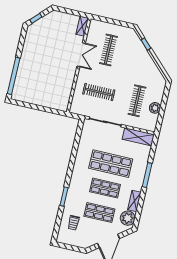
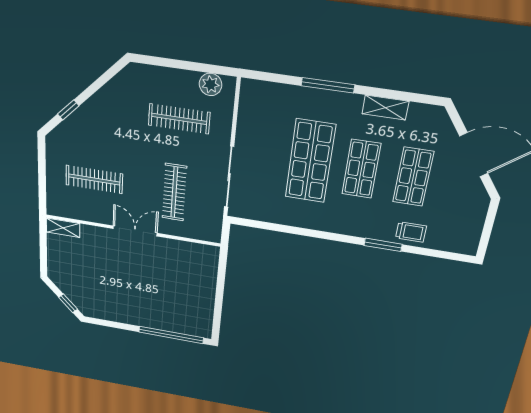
double door: (81, 55) -> (135, 231), moved
plant: (155, 108) -> (211, 84), moved
shelving: (138, 137) -> (250, 110), removed
plant: (128, 218) -> (423, 119), removed
trolley: (74, 223) -> (411, 232), moved

